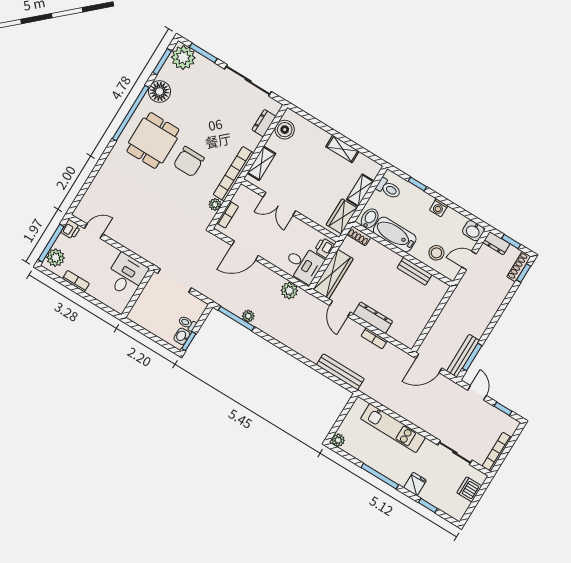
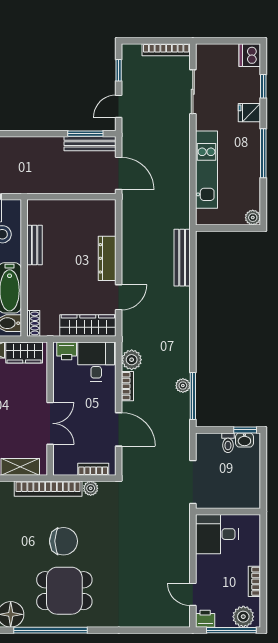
bookcase: (374, 338) -> (127, 386), moved
dishwasher: (469, 489) -> (250, 55), moved, turned 90

